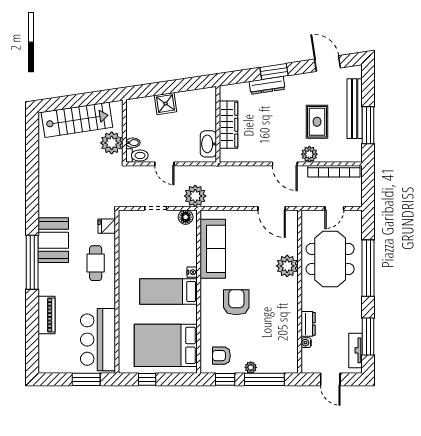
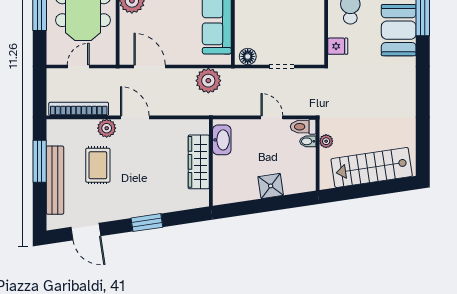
dresser: (267, 85) -> (155, 207), removed
plant: (112, 143) -> (326, 141), width x0.53, depth x0.53
plant: (195, 196) -> (208, 81), moved

